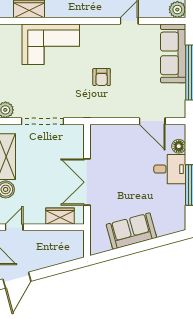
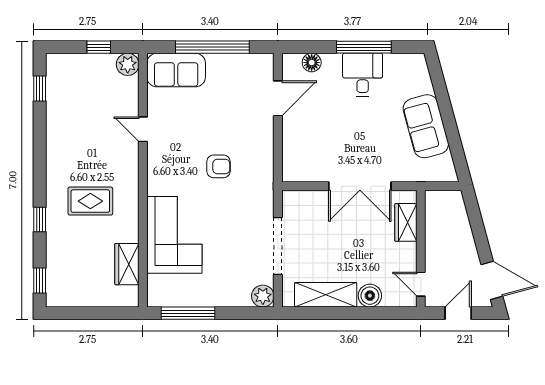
sofa: (173, 53) -> (176, 70), width x0.73
desk: (170, 169) -> (363, 75), moved

